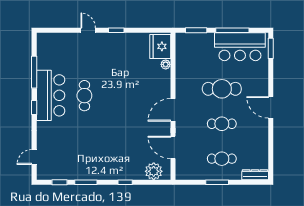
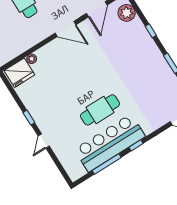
bar counter: (51, 95) -> (110, 143), width x1.36
cafe table: (84, 96) -> (100, 110), width x1.37, depth x1.35

